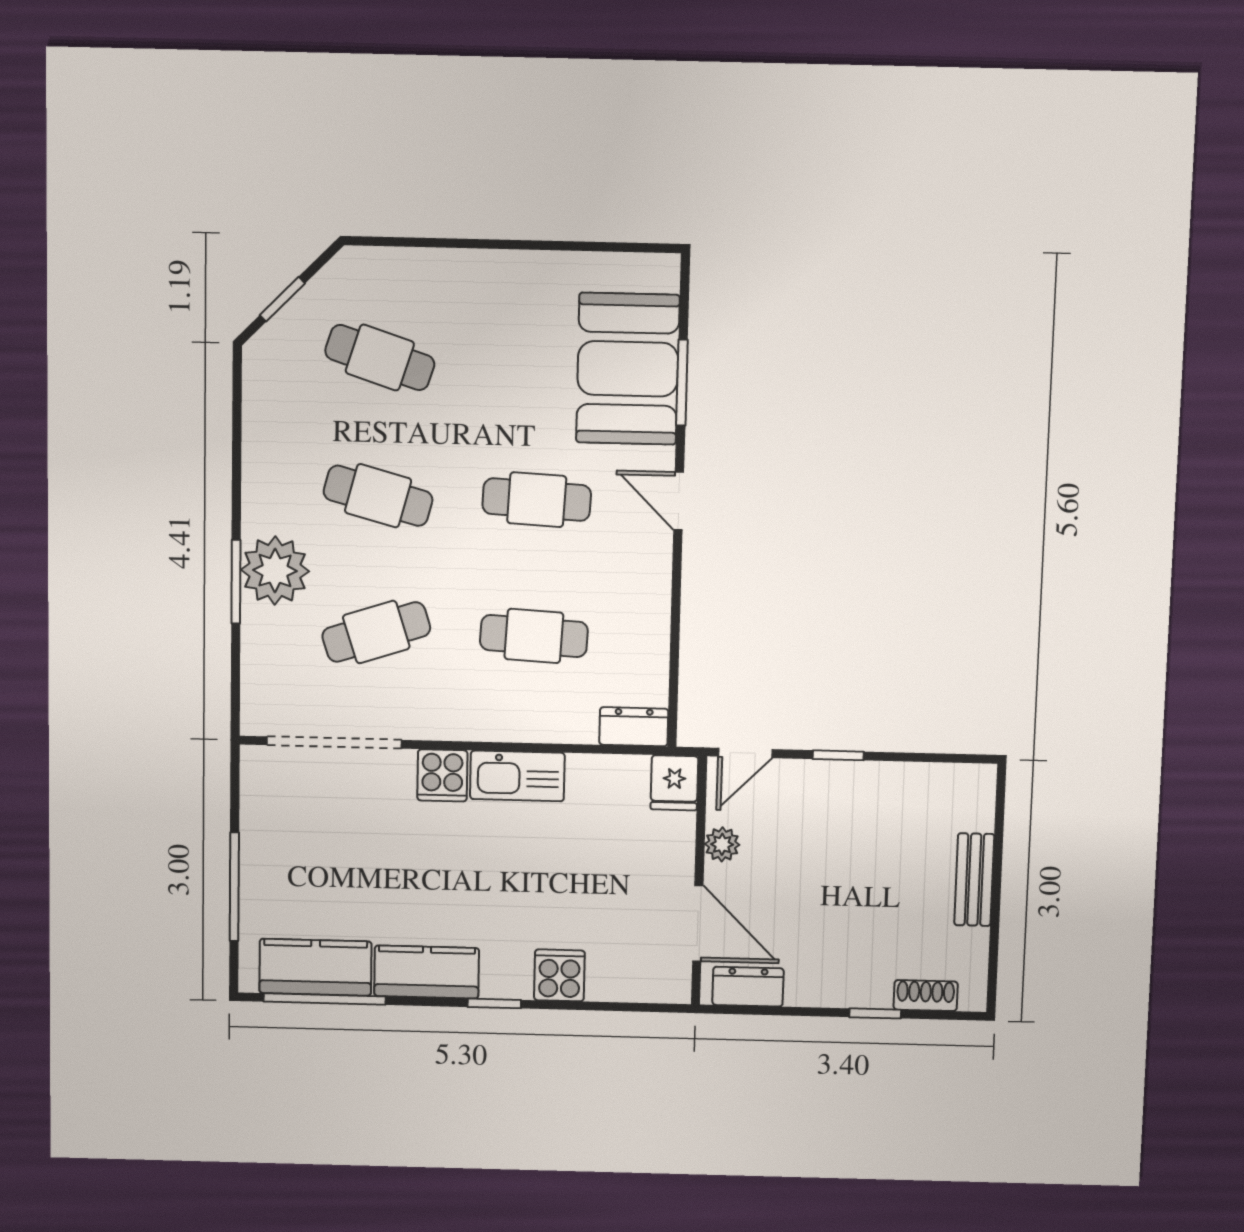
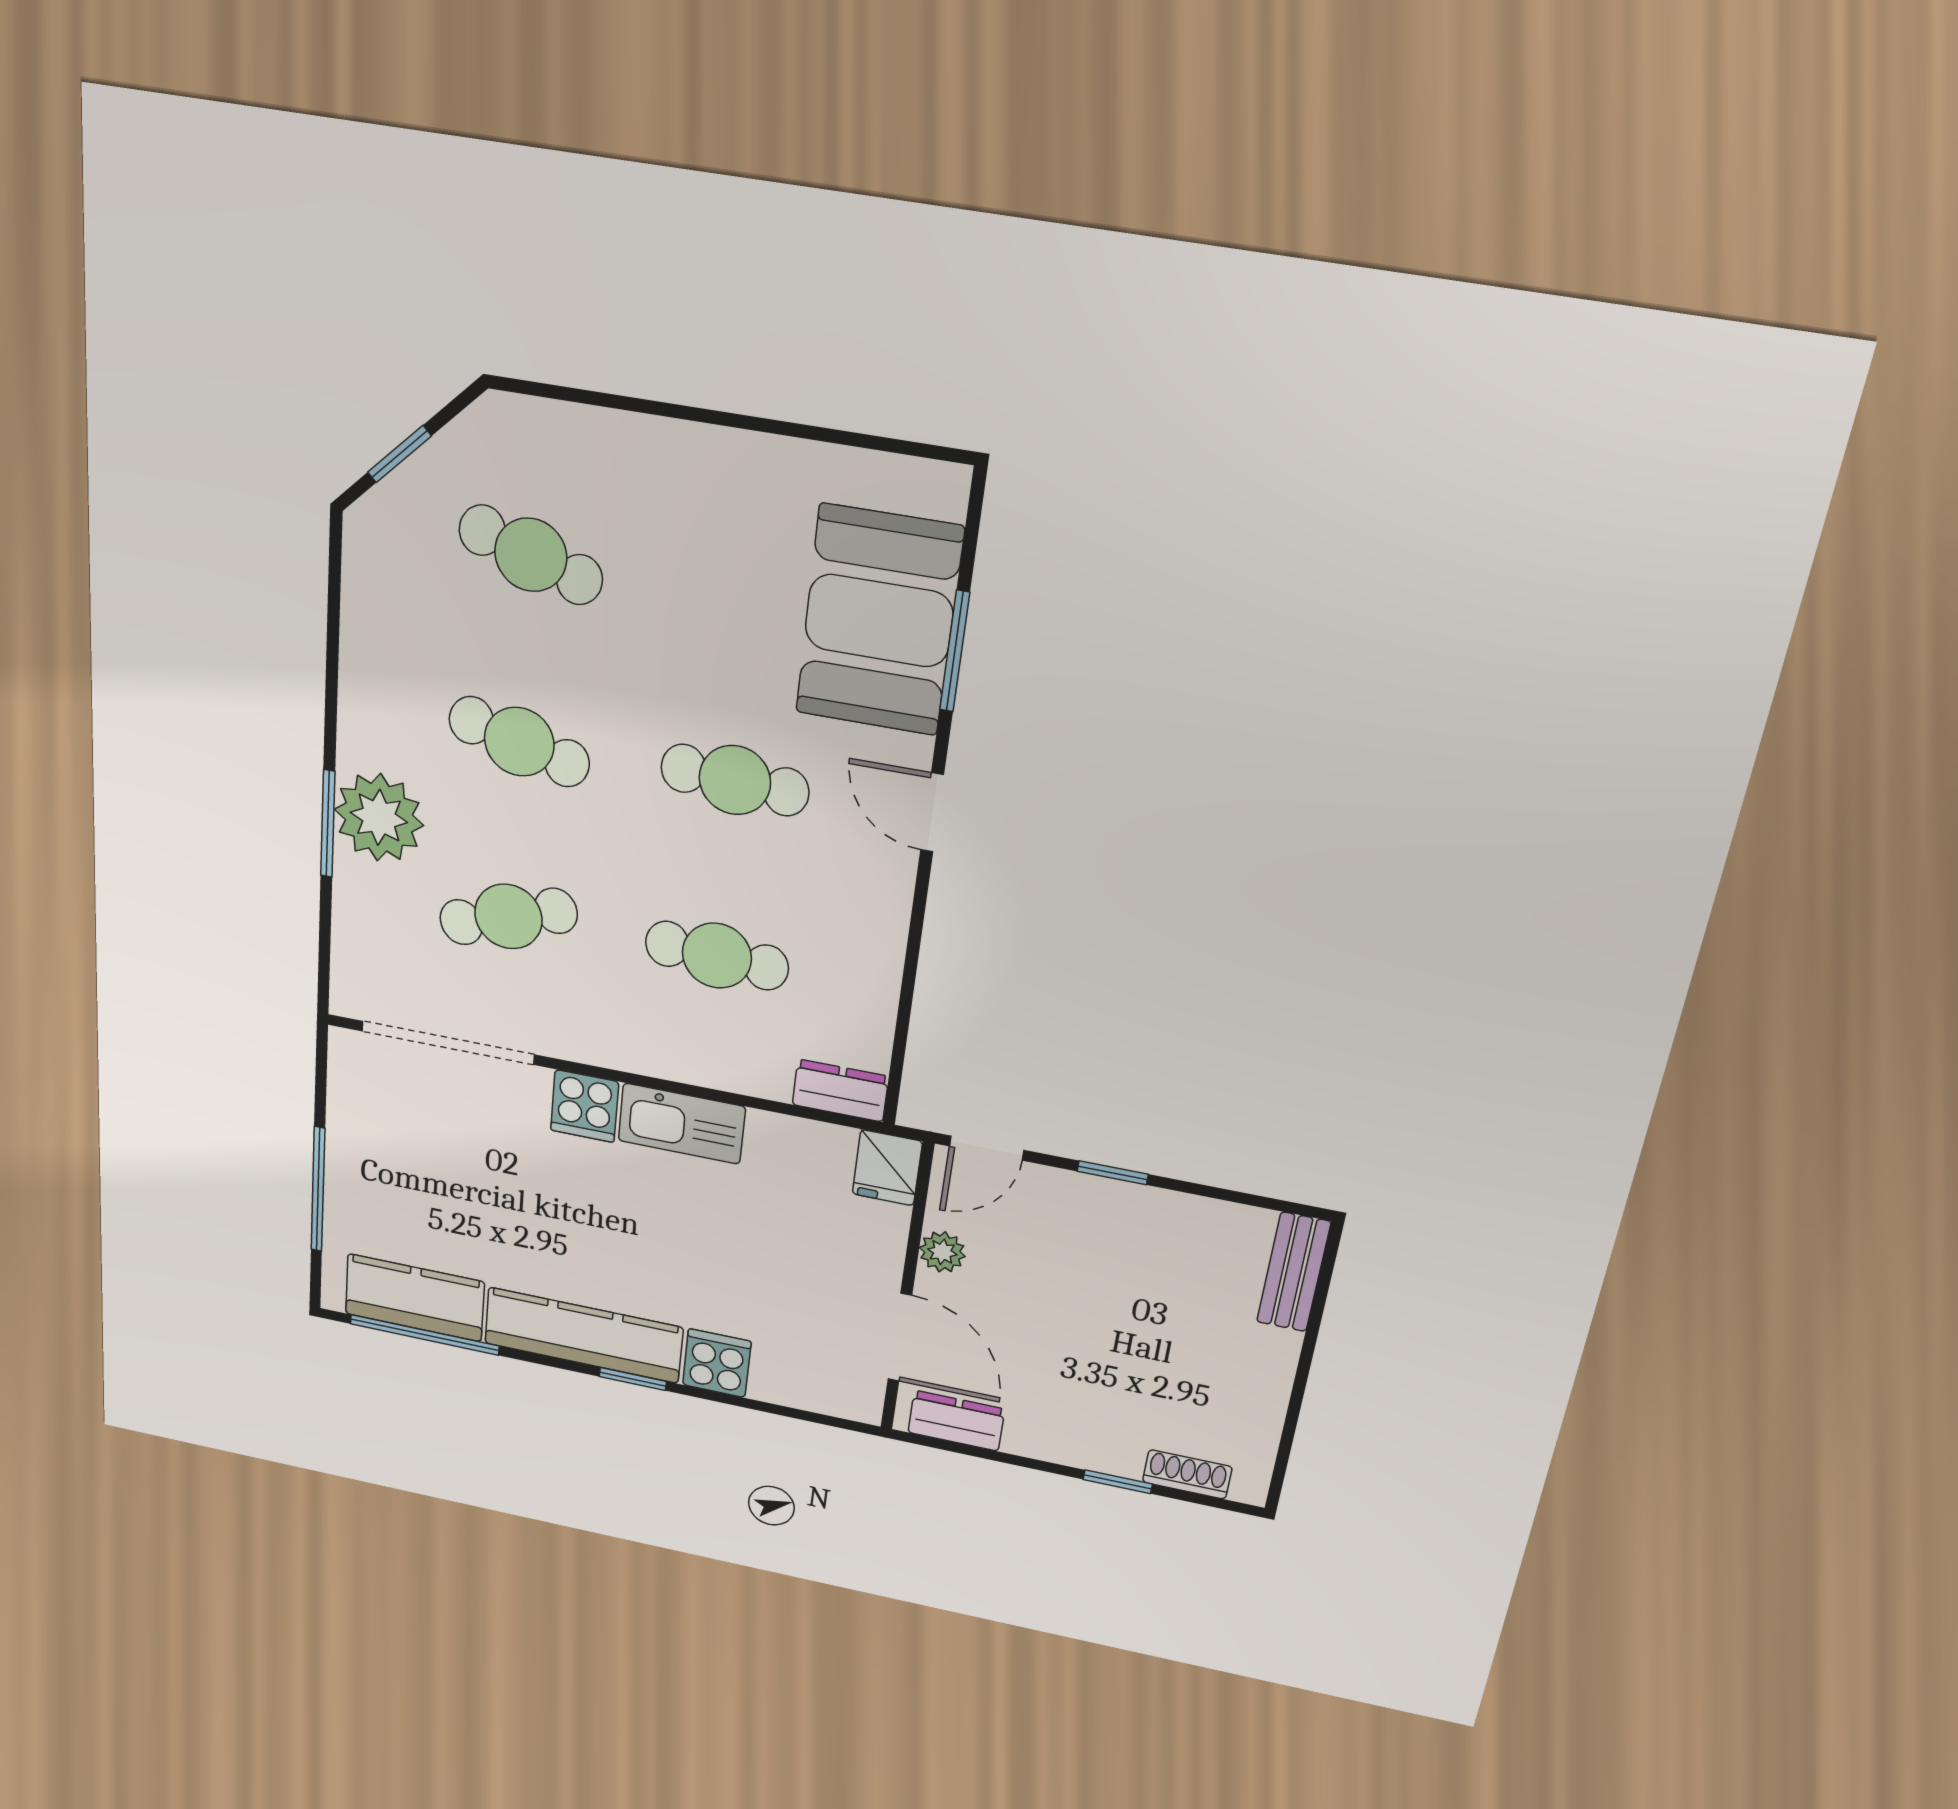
bench: (974, 880) -> (1294, 1272), moved
kitchen counter: (427, 972) -> (583, 1335), width x1.50

